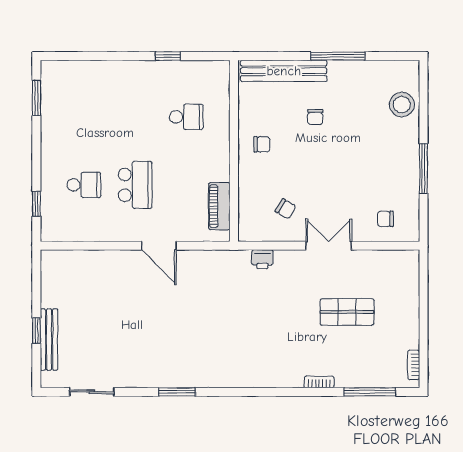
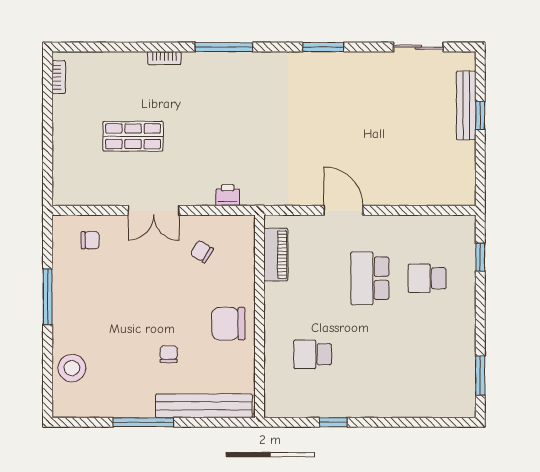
chair: (262, 144) -> (228, 324), width x1.87, depth x1.87
window: (370, 392) -> (224, 47), moved

